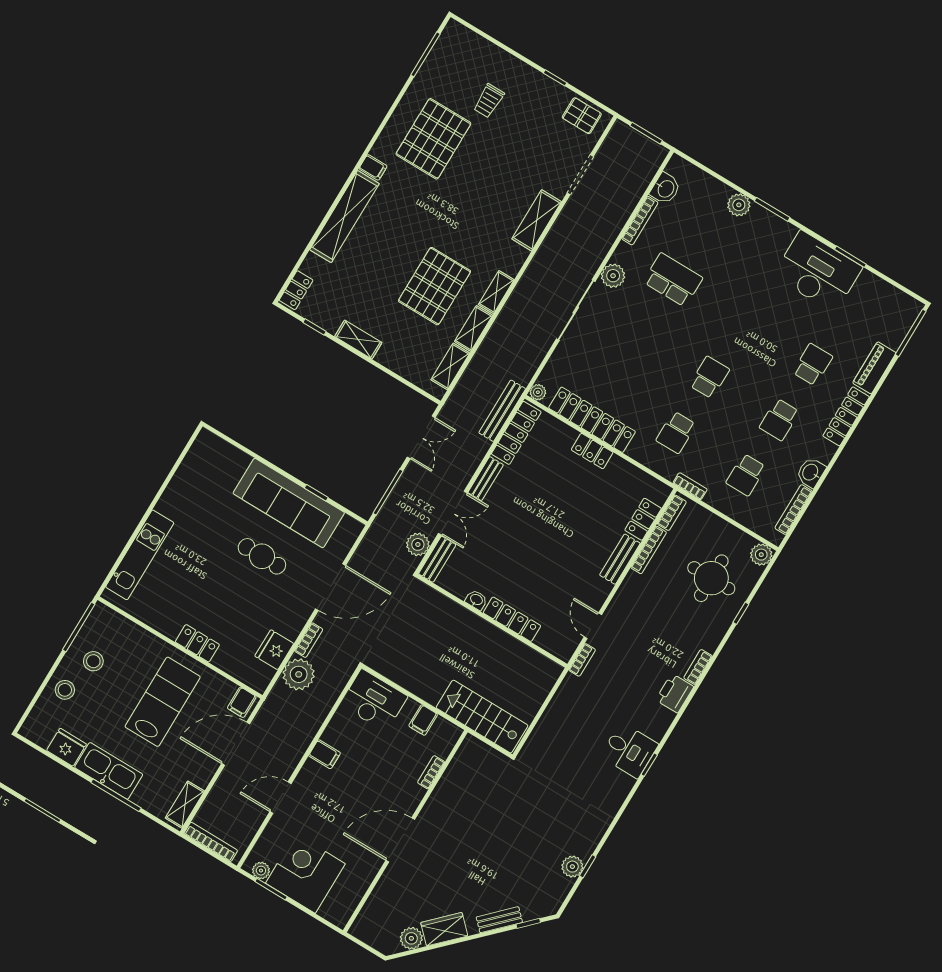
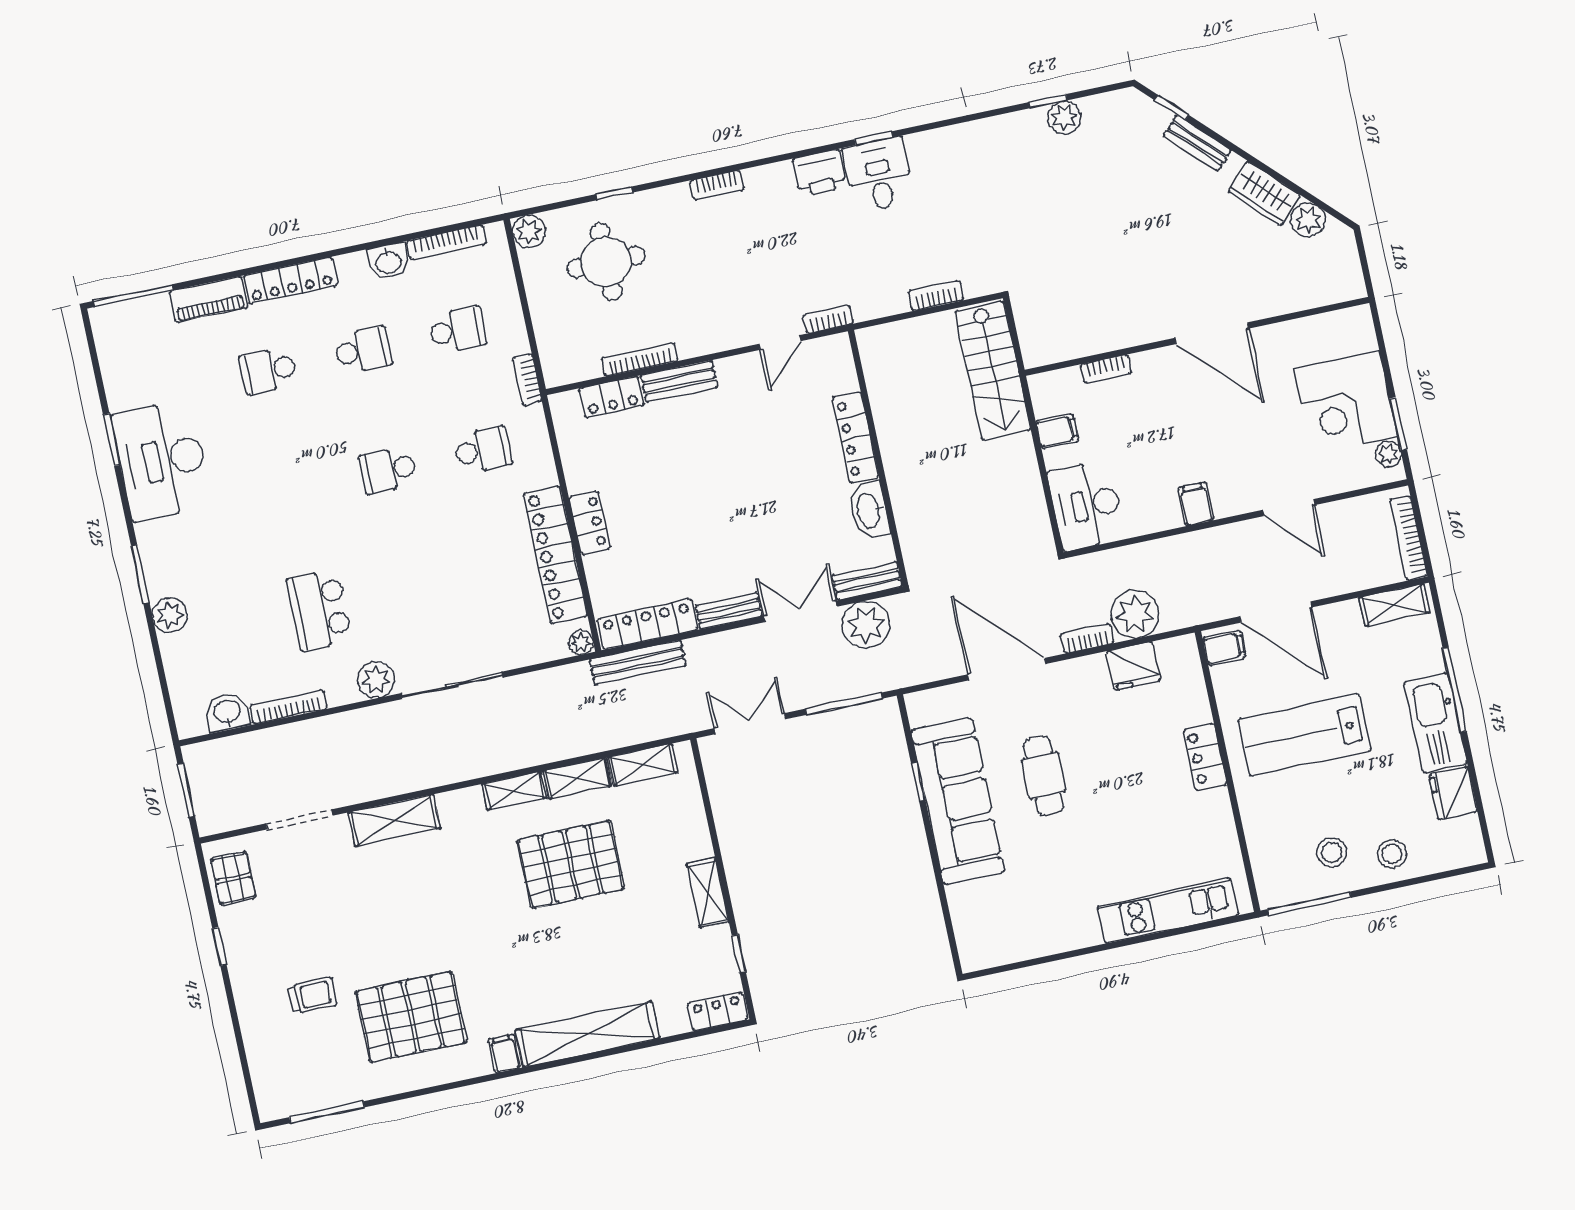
bookcase: (672, 513) -> (936, 295), moved
plant: (418, 544) -> (866, 625), width x1.36, depth x1.36
washbasin: (476, 600) -> (869, 510), width x1.91, depth x1.45
printer: (675, 693) -> (819, 173), moved

